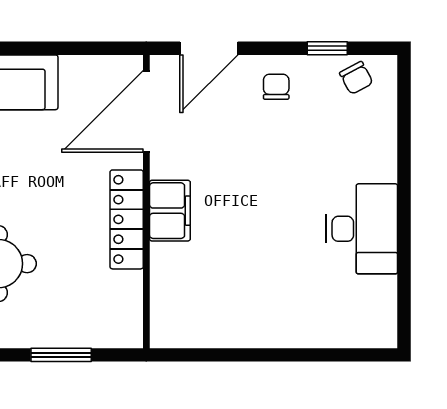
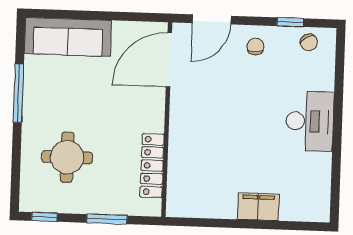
filing cabinet: (170, 211) -> (258, 207), moved, turned -90
locker: (127, 219) -> (152, 166), moved
desk: (362, 229) -> (310, 121), moved

